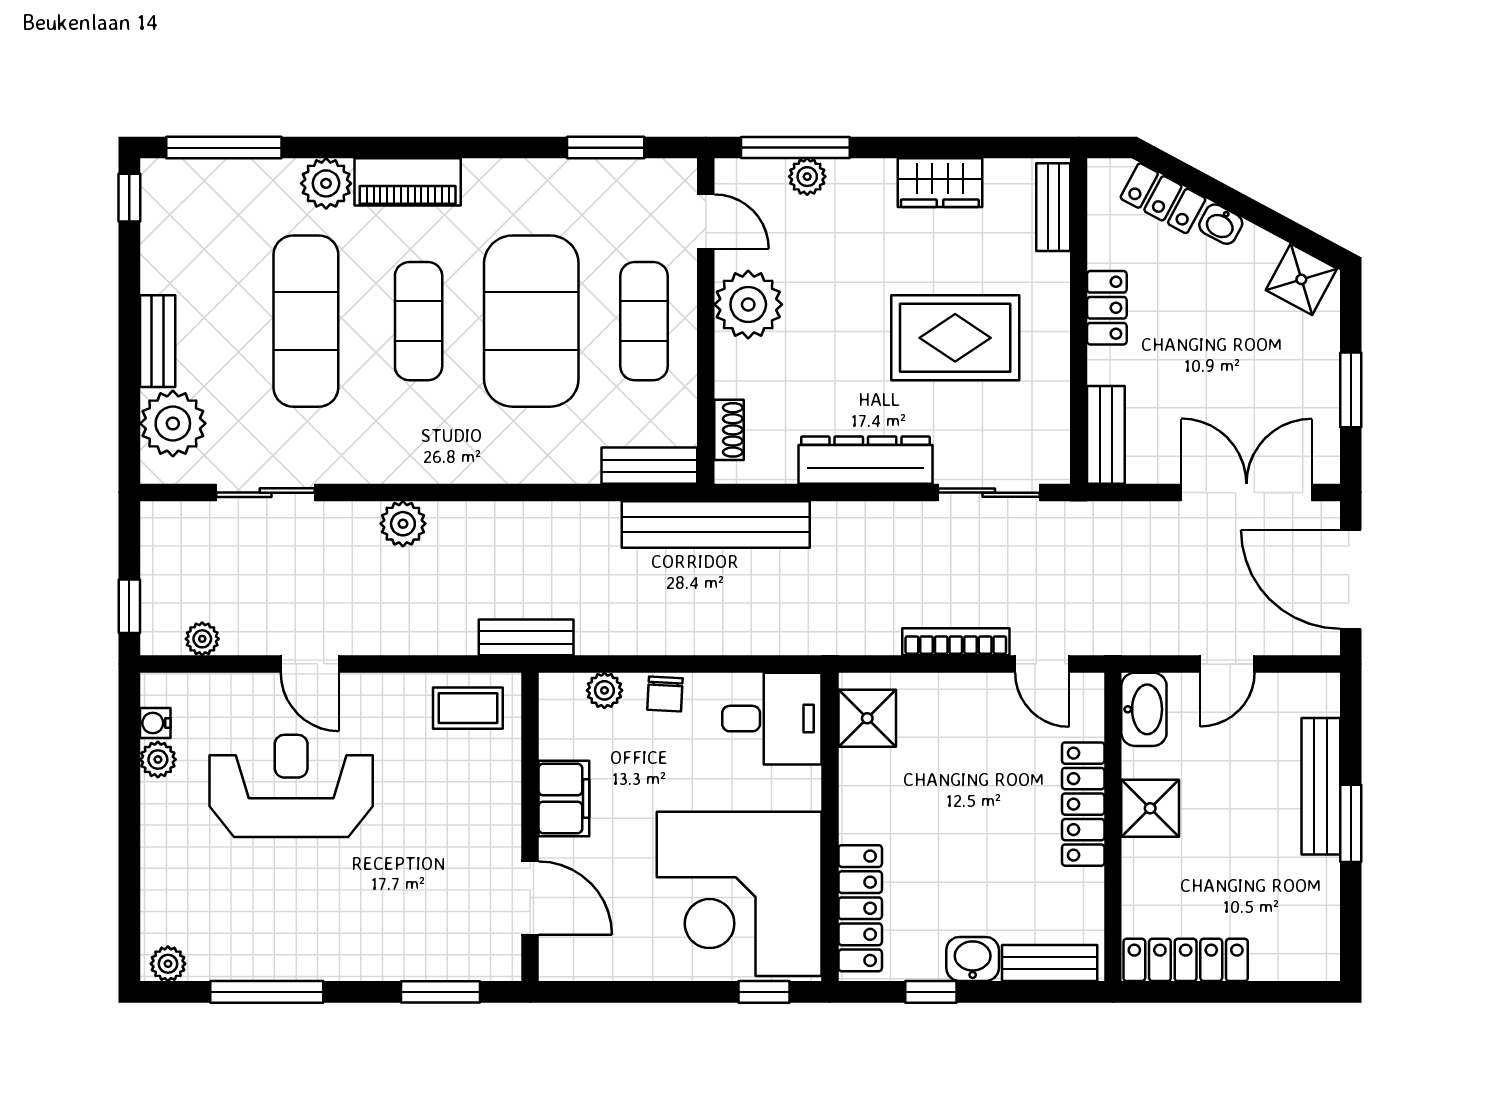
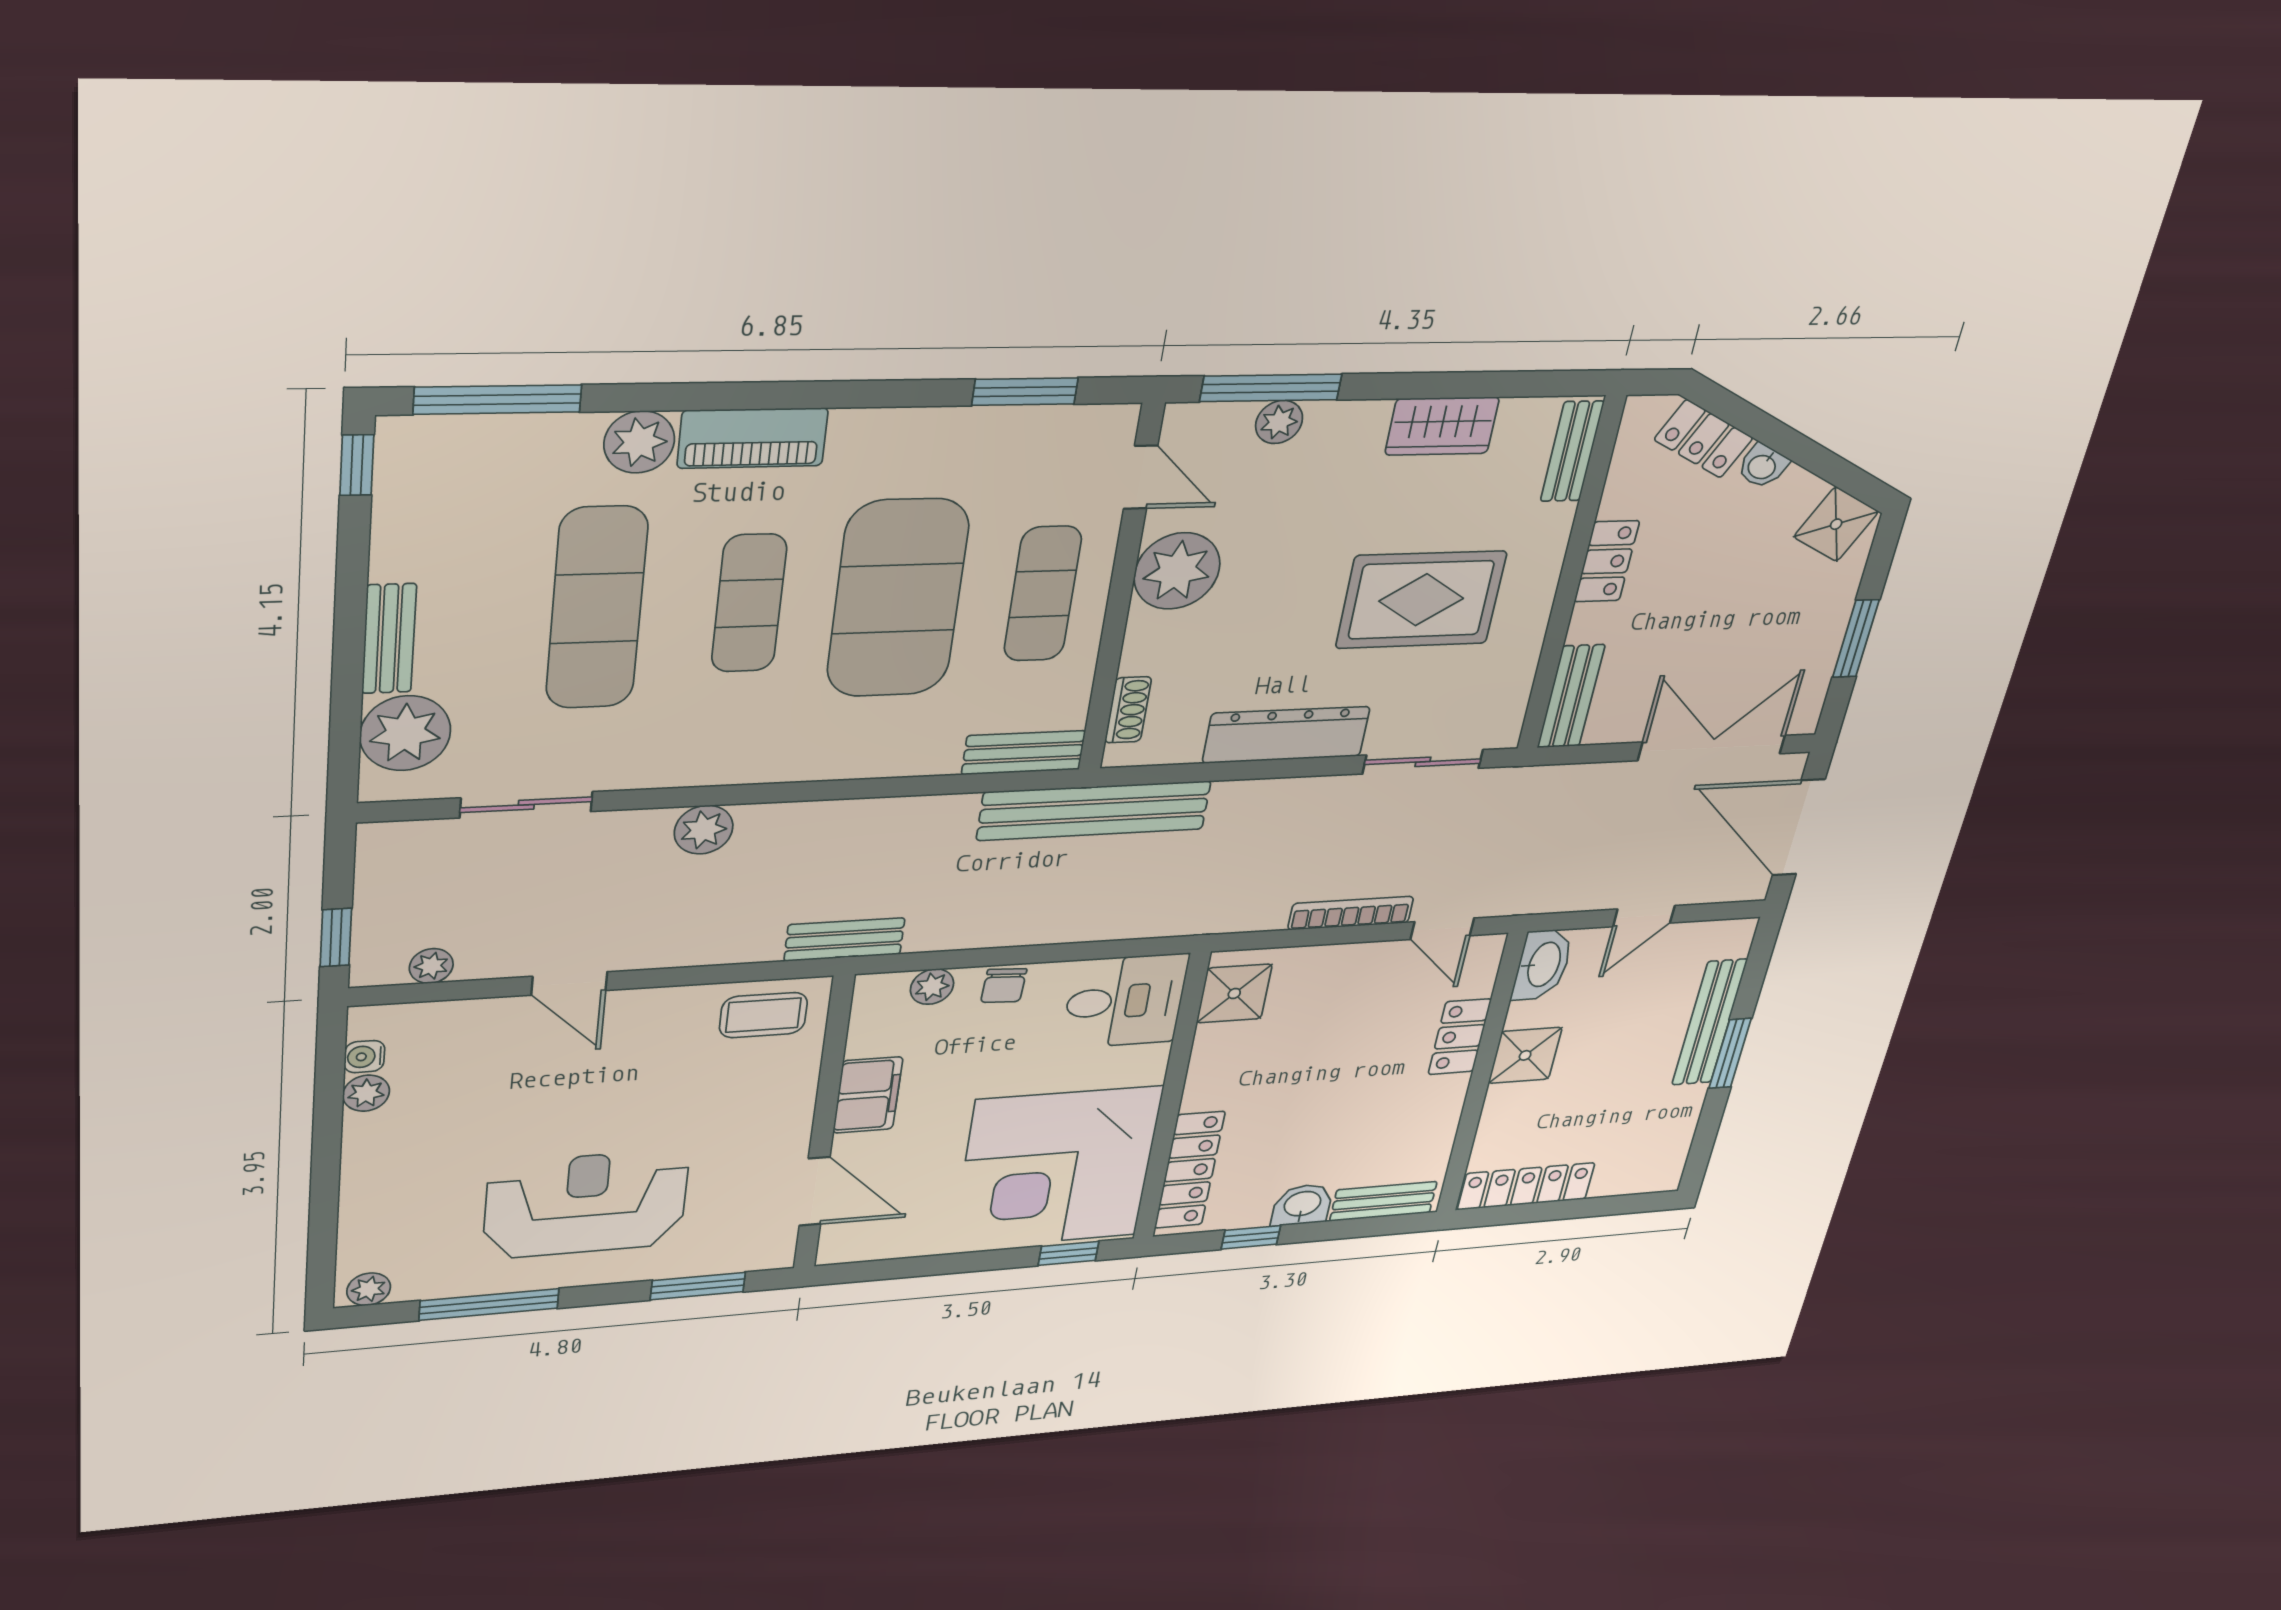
reception desk: (291, 786) -> (586, 1204), moved
locker: (1083, 804) -> (1460, 1037), width x0.66

